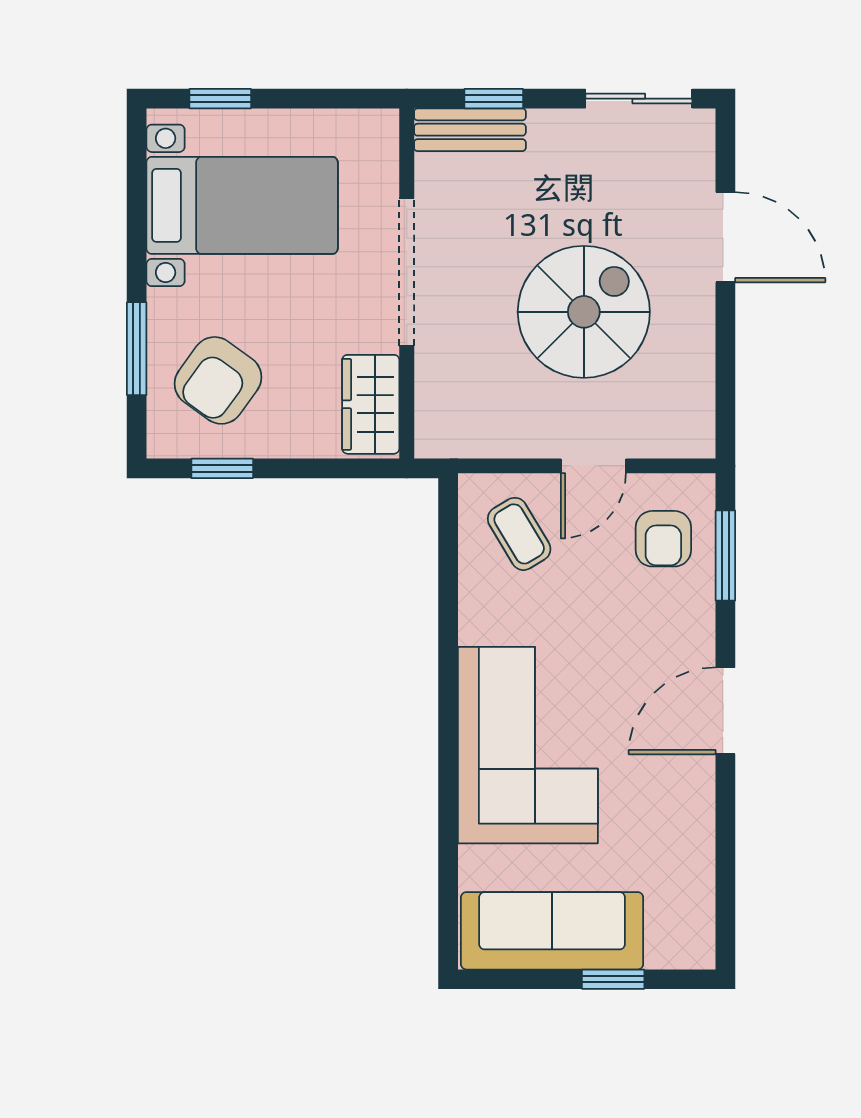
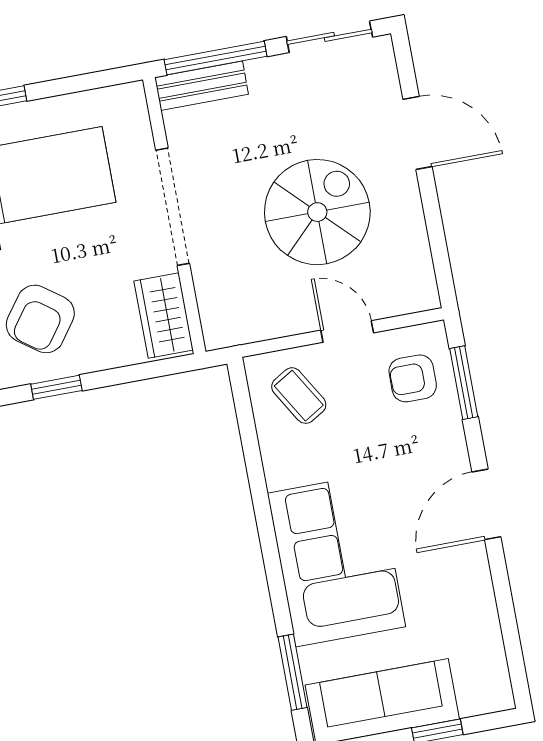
window: (494, 99) -> (216, 58), width x2.17
door: (593, 466) -> (347, 332), swing flipped
armchair: (663, 539) -> (413, 378), turned 90
window: (448, 873) -> (292, 672), added

